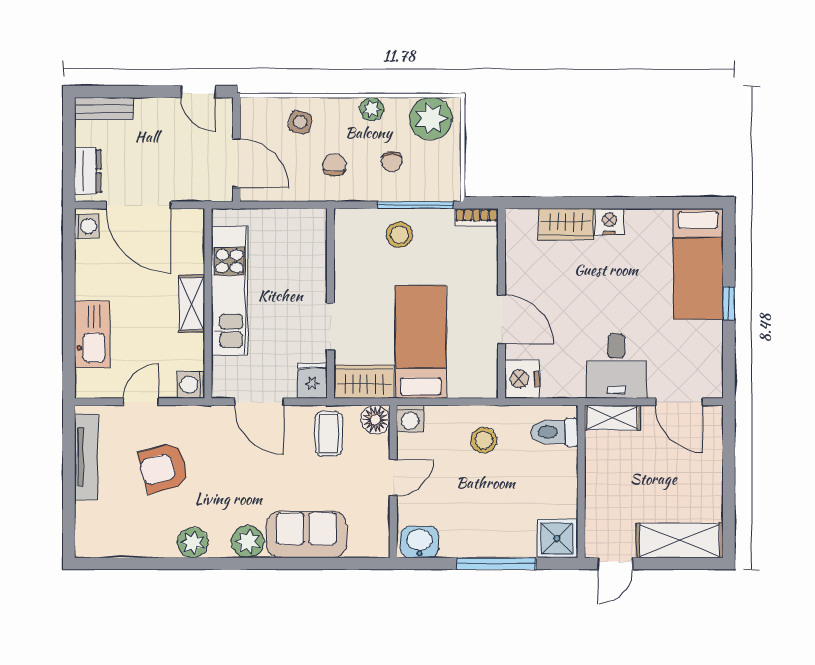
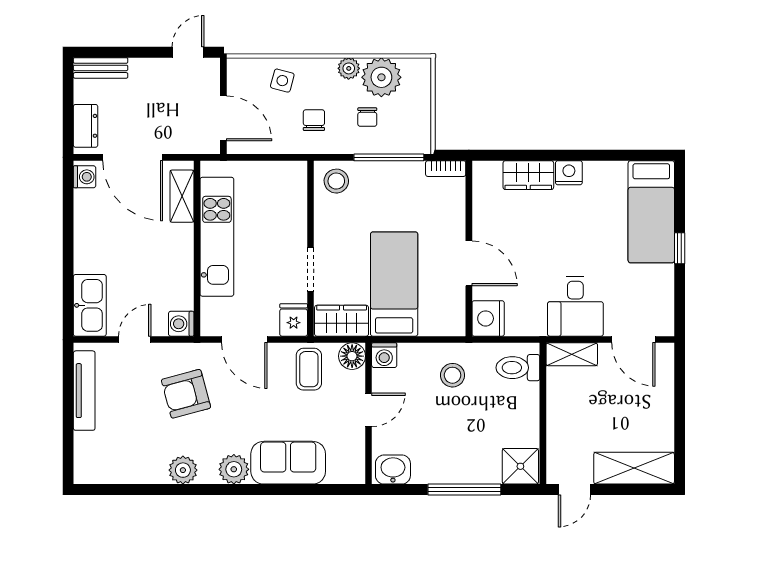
door: (198, 92) -> (188, 52), swing flipped
plant: (431, 119) -> (381, 77), moved
stool: (399, 235) -> (336, 181), moved
shelving: (192, 304) -> (182, 196), moved
kitchen sink: (92, 334) -> (90, 305), moved
armchair: (164, 468) -> (186, 394), moved

